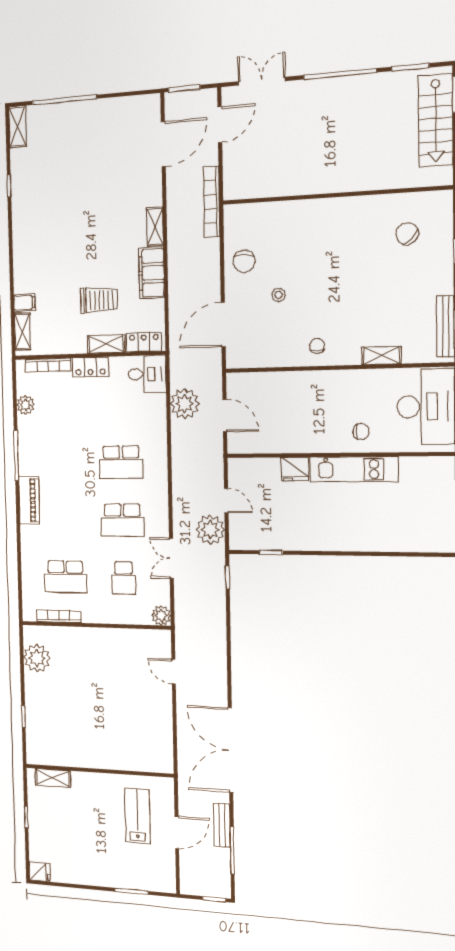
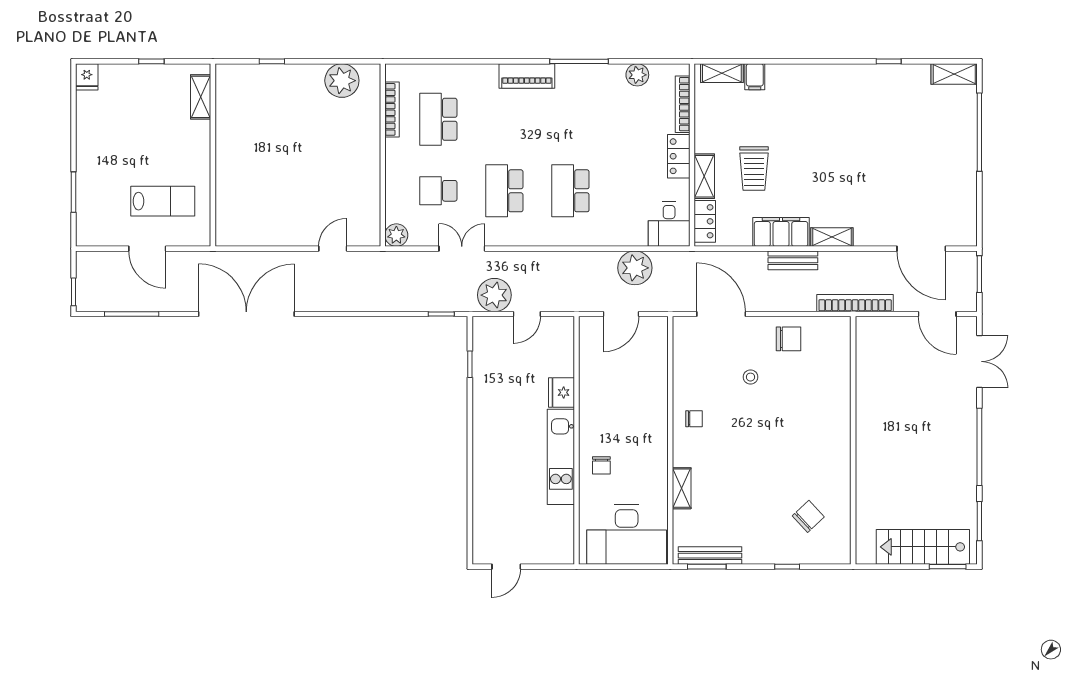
chair: (244, 261) -> (789, 339), turned 180
bench: (222, 825) -> (793, 260), moved

